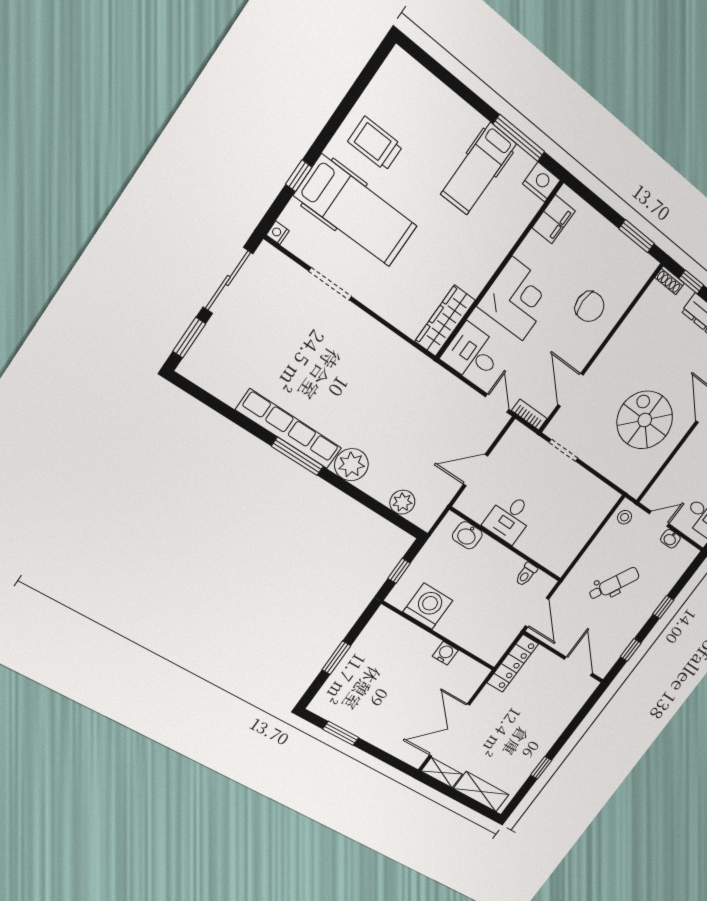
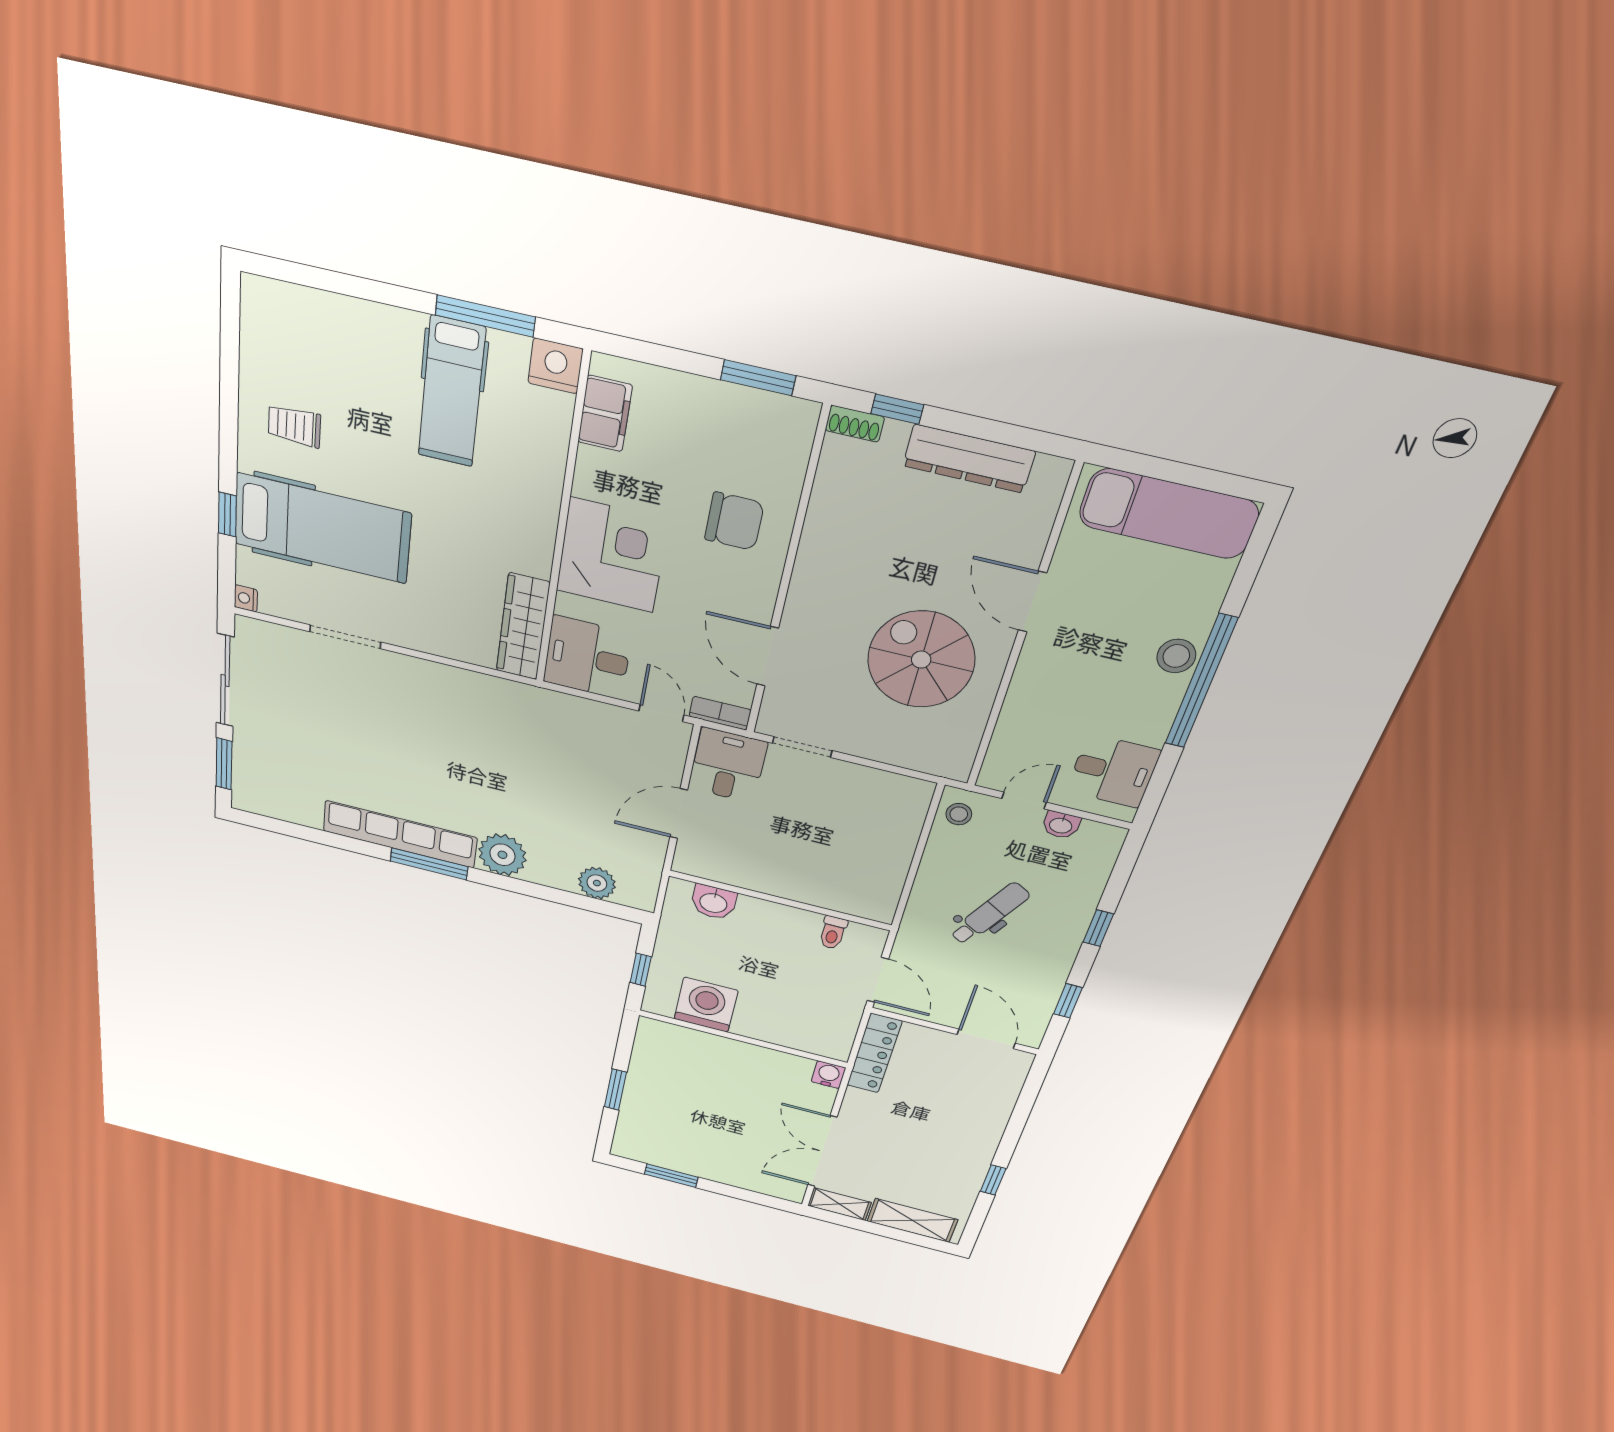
trolley: (375, 144) -> (294, 426), width x0.73, depth x0.72
desk: (509, 518) -> (728, 765), moved, turned 180
water cooler: (445, 653) -> (828, 1075), moved

